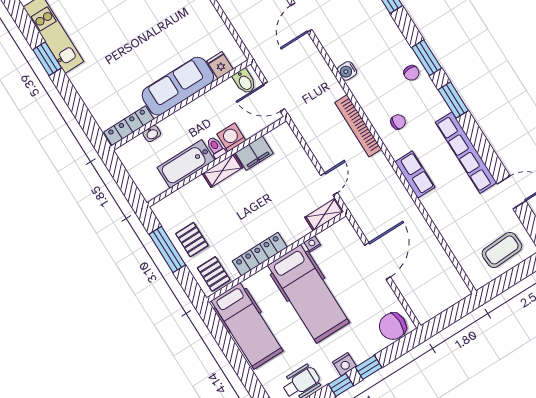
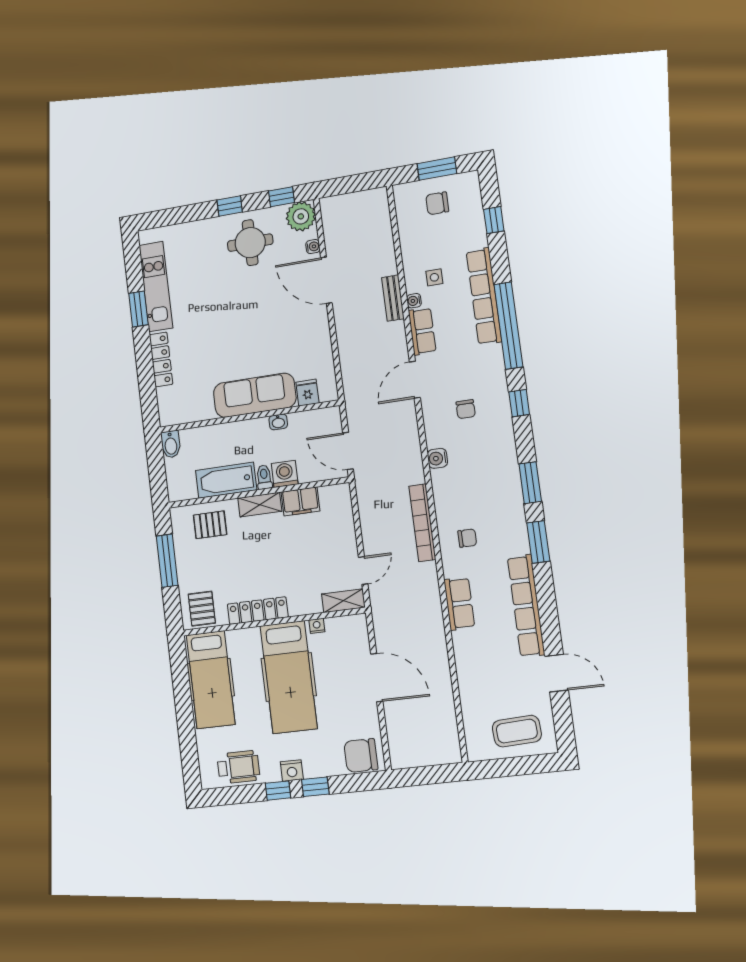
chair: (411, 73) -> (466, 409), moved
bidet: (244, 81) -> (171, 444), moved
locker: (129, 126) -> (161, 359), moved, turned 90
washbasin: (152, 133) -> (278, 422), moved
pallet: (192, 240) -> (210, 525), moved, turned 90
door: (377, 261) -> (377, 678), hinge flipped

